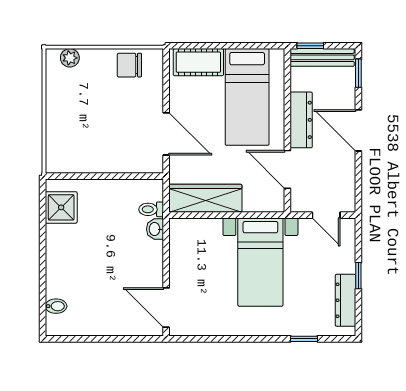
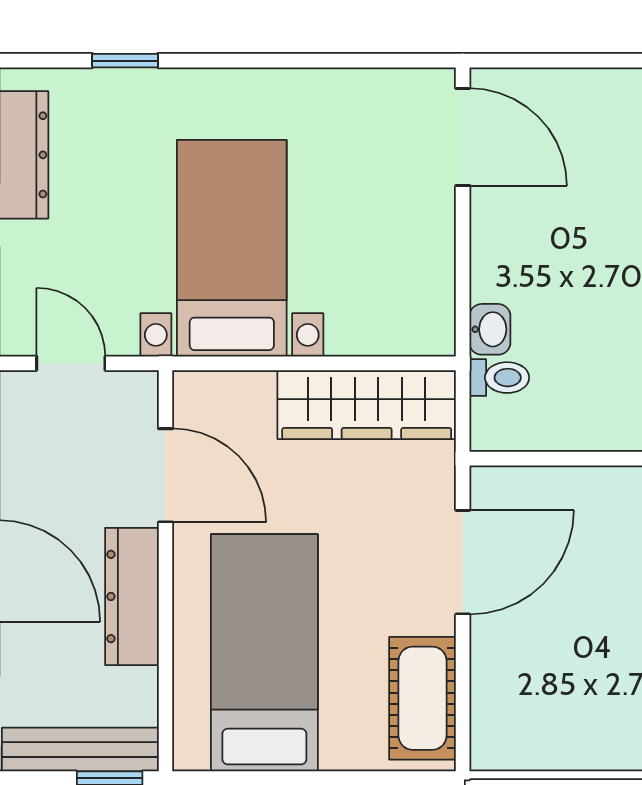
cot: (198, 62) -> (423, 698), moved, turned 90
chair: (129, 65) -> (553, 731), removed
door: (166, 134) -> (463, 562), swing flipped

